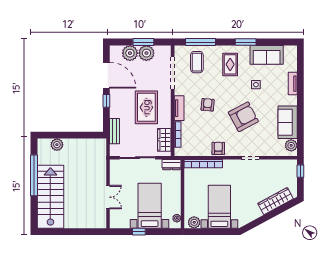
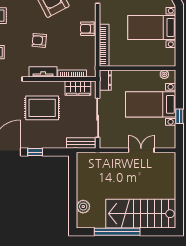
bench: (115, 131) -> (81, 143), moved
plant: (194, 222) -> (169, 55), removed

